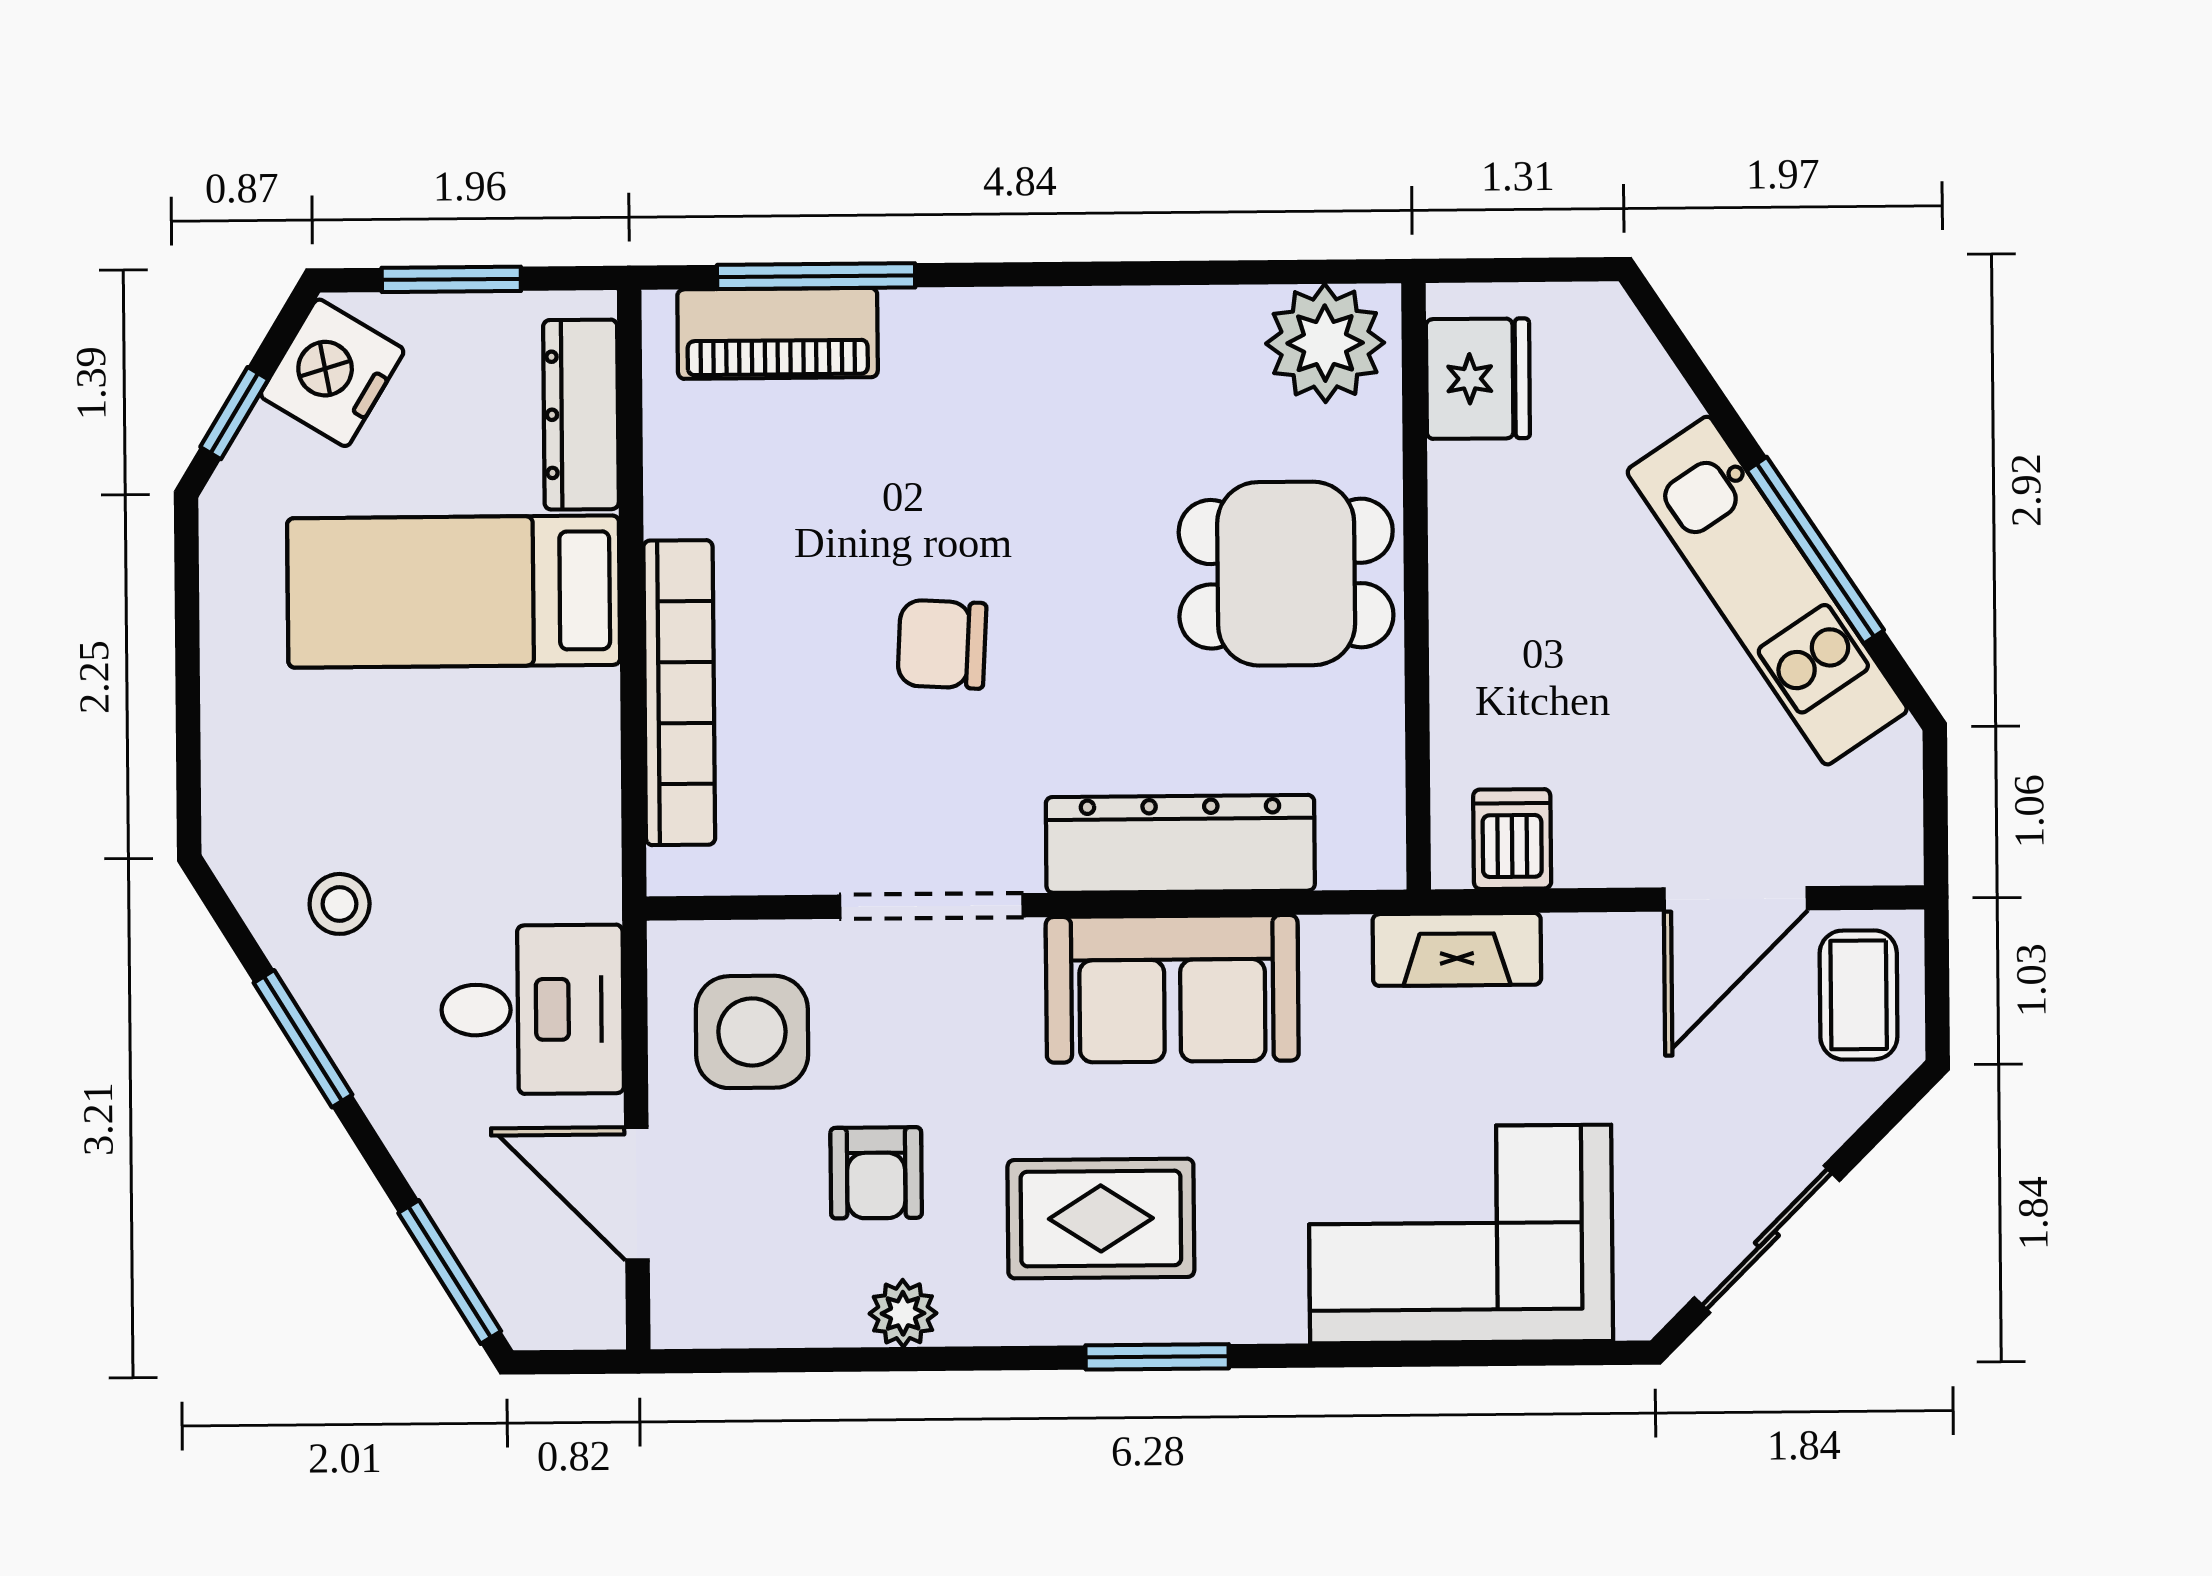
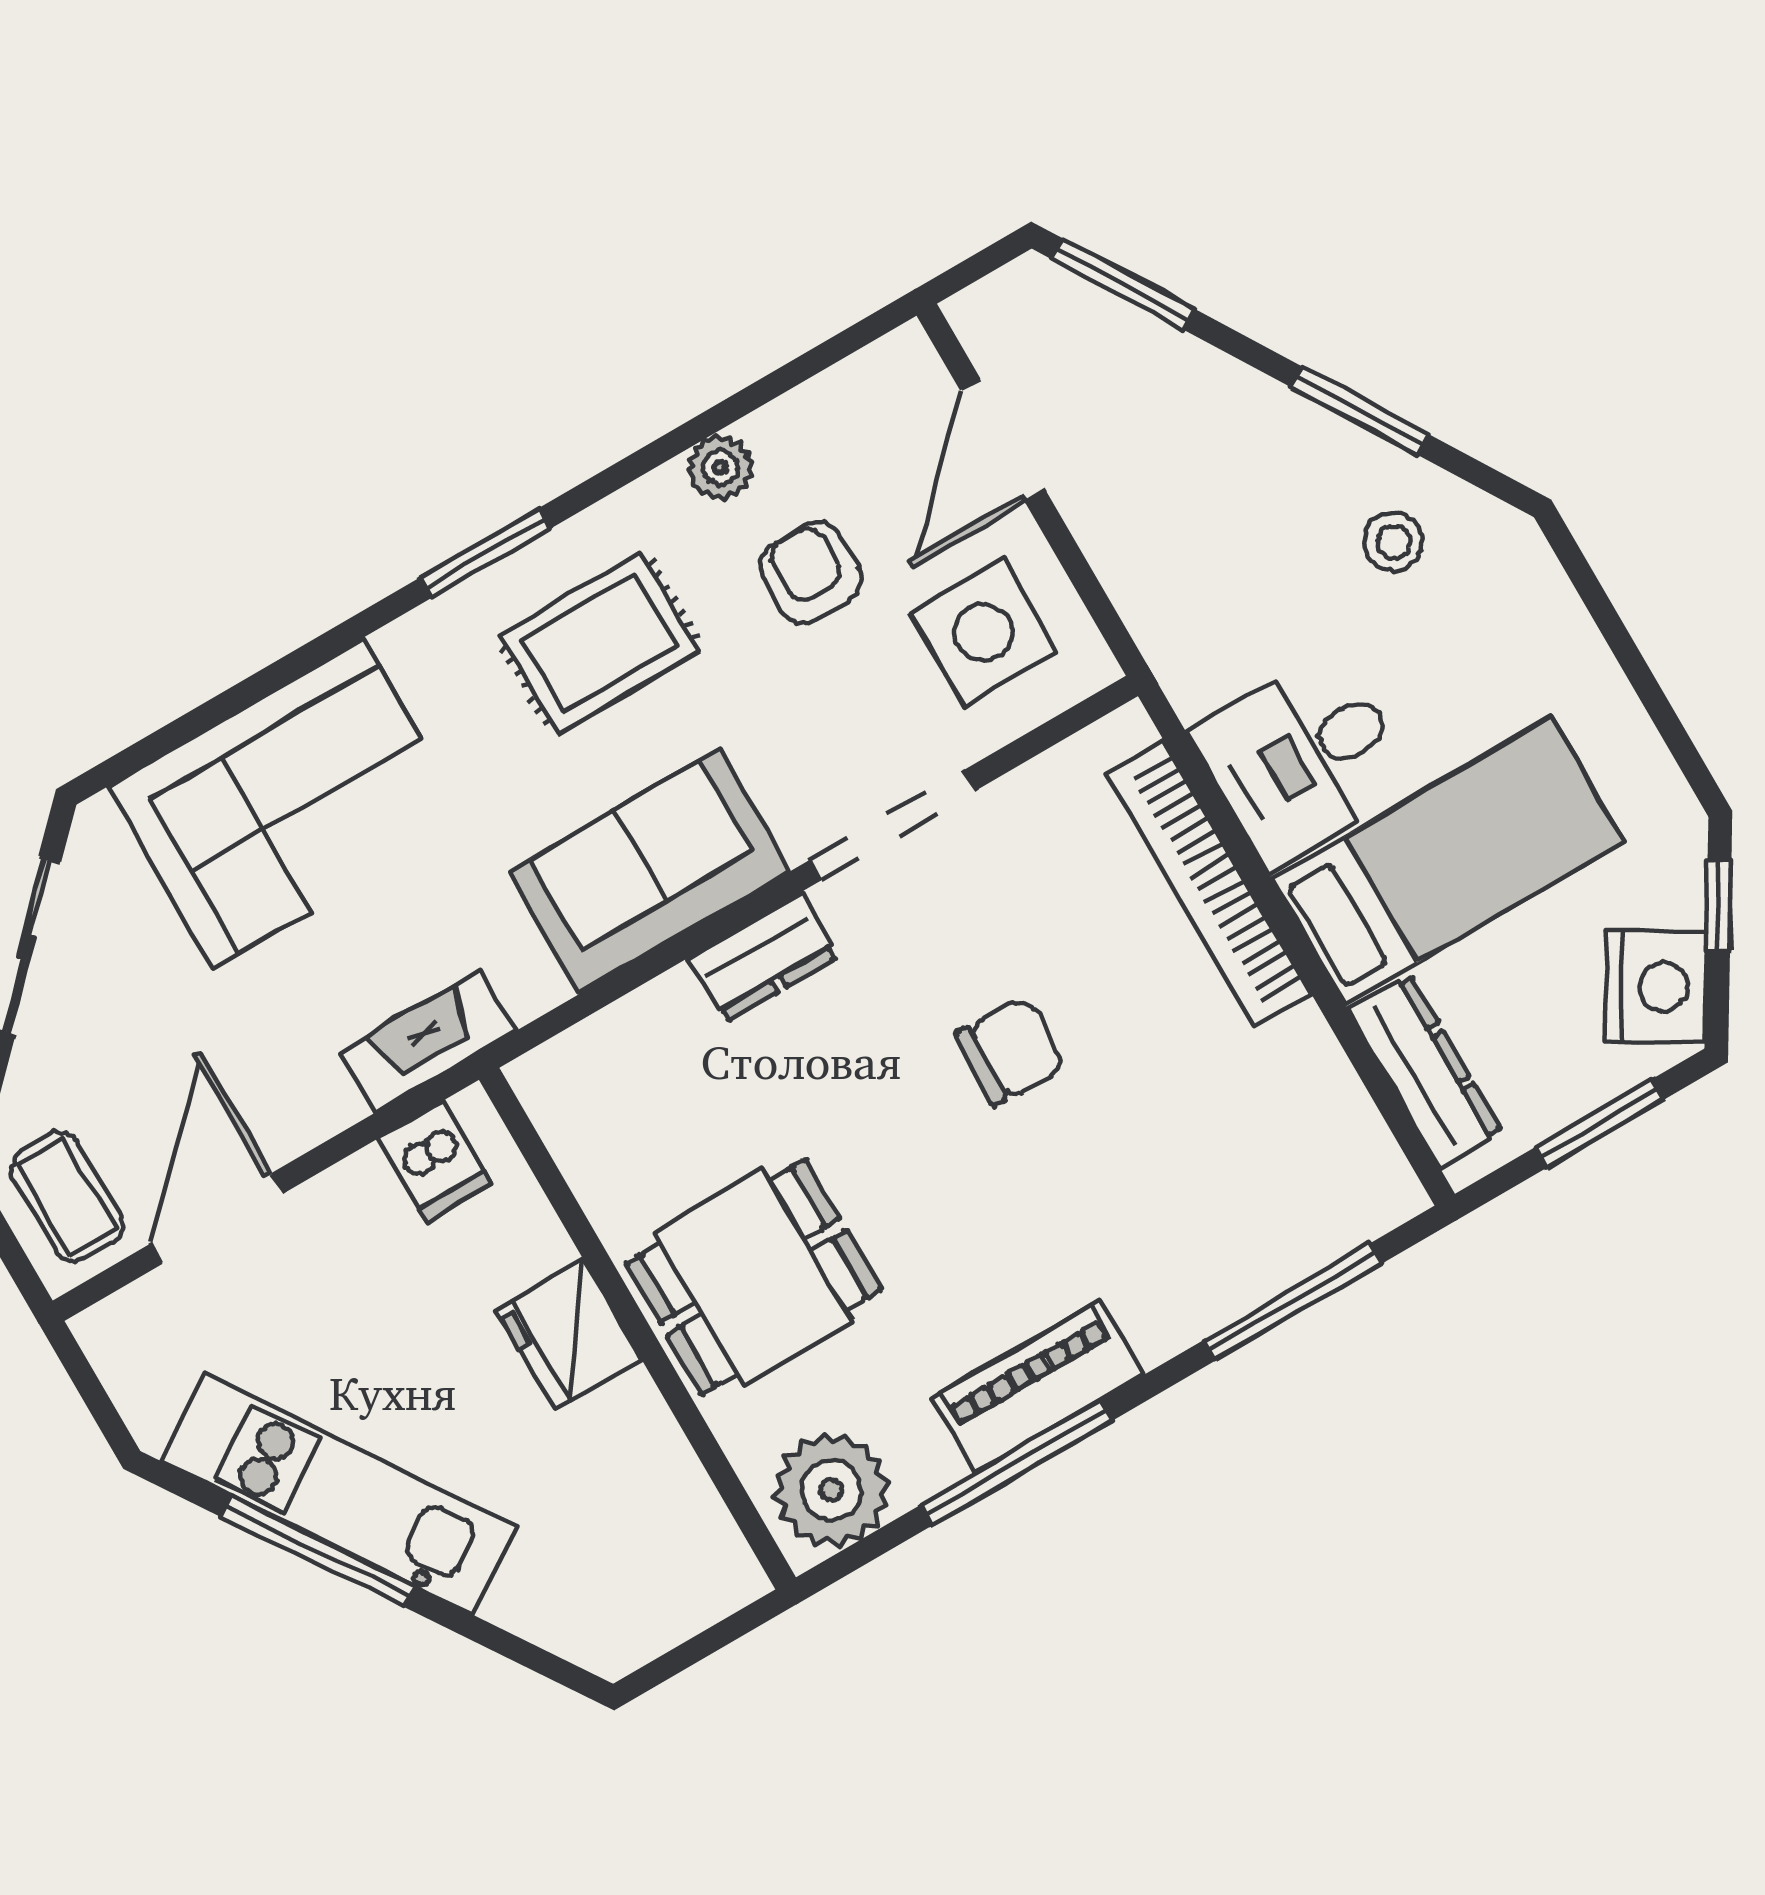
window: (1147, 273) -> (1016, 1463), added
piano: (778, 333) -> (1037, 1387), moved
fridge: (1478, 379) -> (569, 1335), moved
dresser: (1180, 844) -> (763, 958), width x0.51, depth x0.80
desk: (532, 1010) -> (1304, 758), moved
door: (637, 1194) -> (1003, 440), swing flipped

